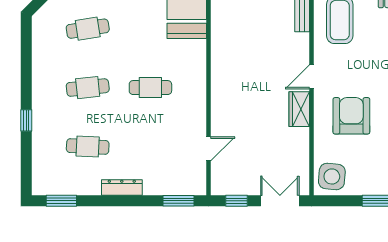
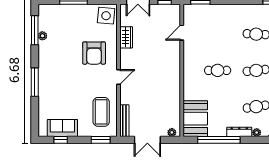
wardrobe: (299, 109) -> (126, 37), moved
dresser: (122, 187) -> (235, 9), removed

